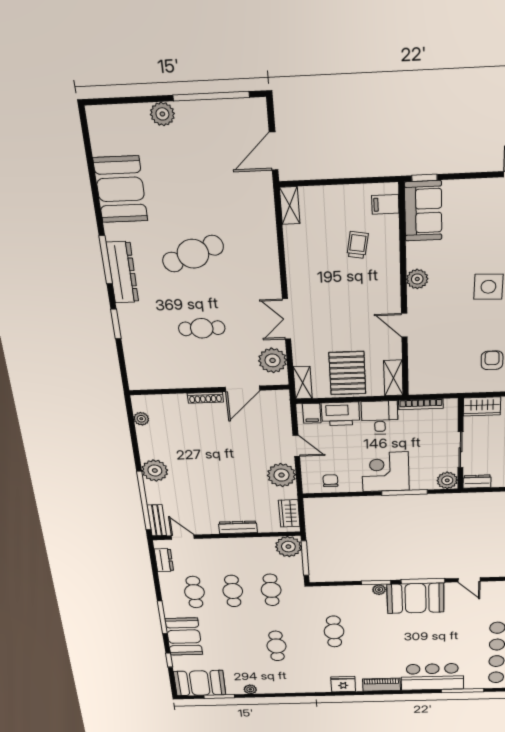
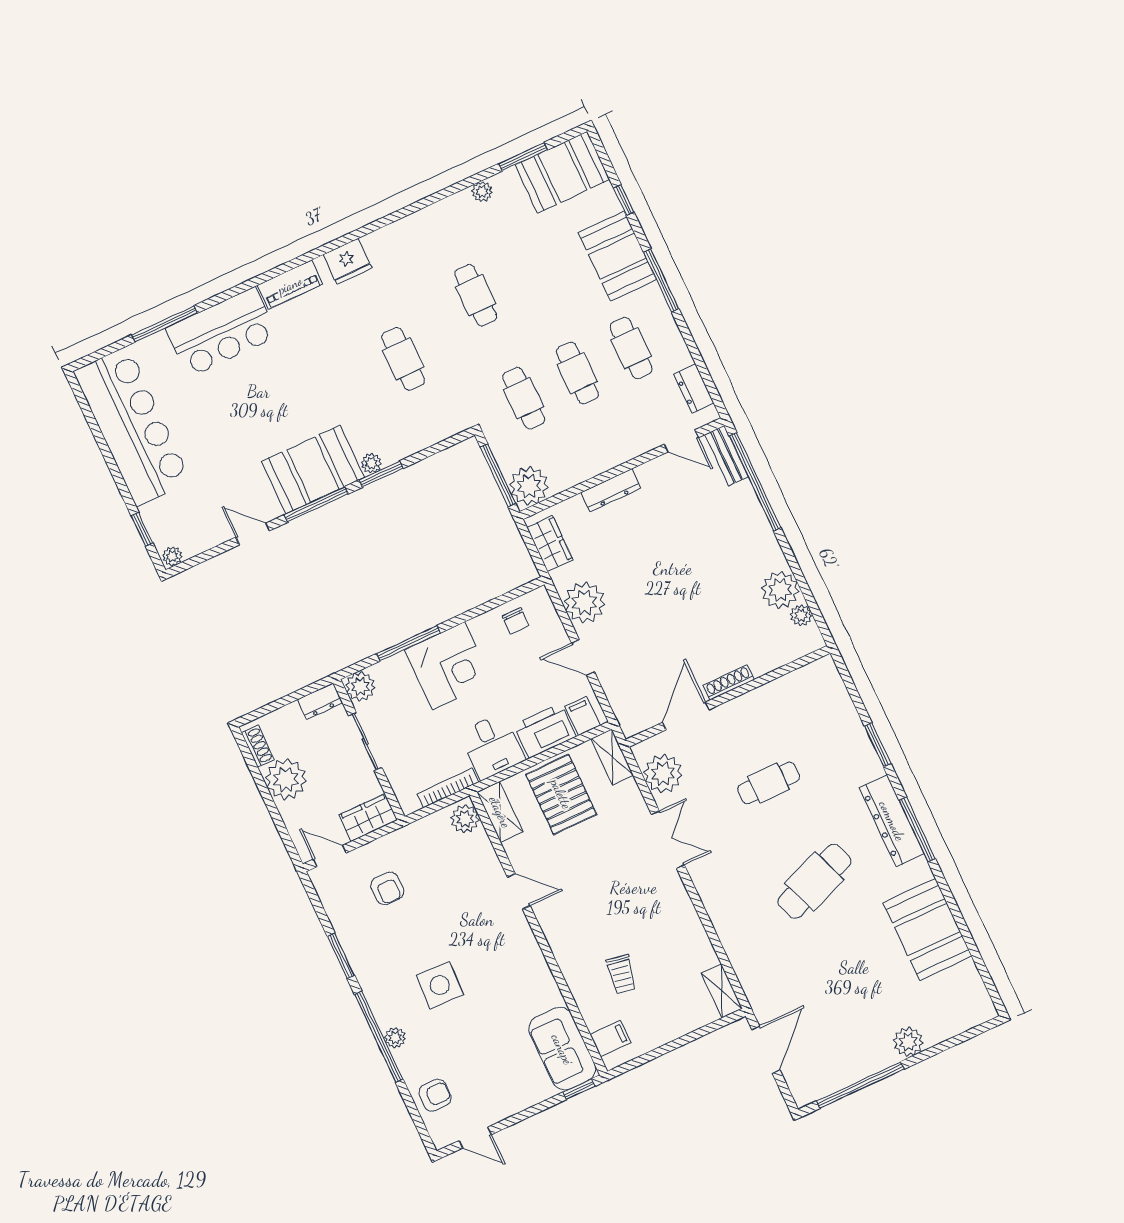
plant: (417, 279) -> (465, 819), moved
plant: (155, 471) -> (780, 590), moved

